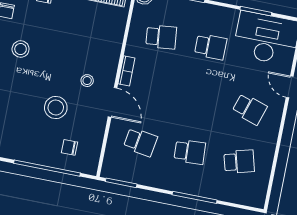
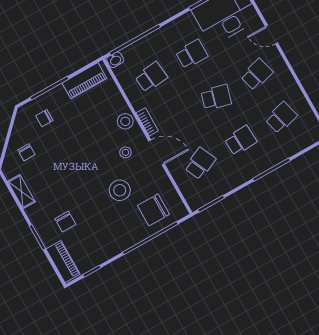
stool: (21, 49) -> (125, 121), moved
school desk: (200, 99) -> (216, 97), added
school desk: (250, 109) -> (257, 74), turned -33
school desk: (140, 142) -> (200, 163), turned -33
chair: (70, 147) -> (153, 210), width x1.87, depth x1.87

